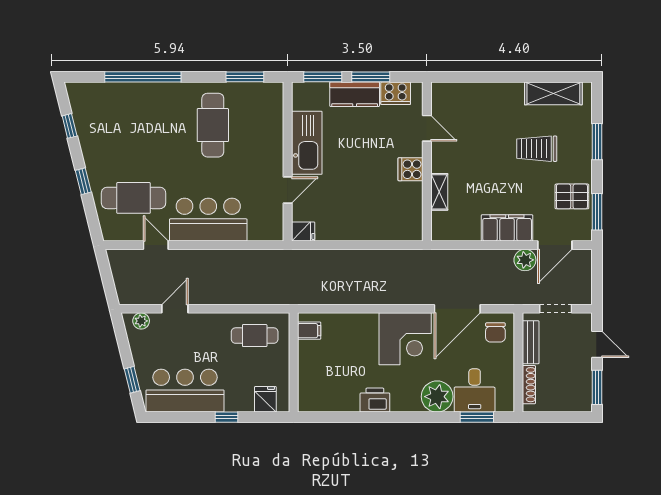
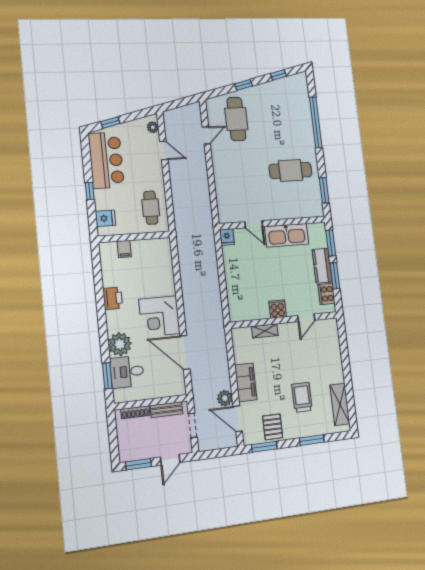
bar counter: (208, 220) -> (228, 171), removed
filing cabinet: (309, 331) -> (124, 249), moved
chair: (495, 332) -> (171, 382), removed

